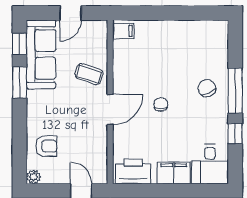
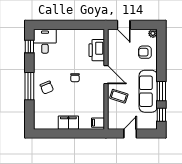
sofa: (41, 54) -> (148, 91), moved
door: (110, 109) -> (106, 75), swing flipped
window: (235, 134) -> (29, 47), moved
printer: (133, 171) -> (97, 50), moved, turned 90
filing cabinet: (174, 173) -> (68, 123), moved, turned 180

